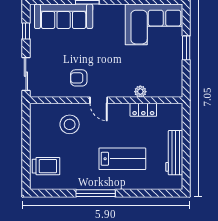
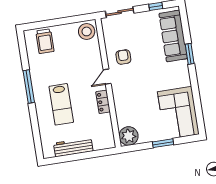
plant: (140, 92) -> (129, 136), moved, width x1.88, depth x1.88
locker: (143, 110) -> (103, 102), moved
stool: (70, 124) -> (87, 31), moved

